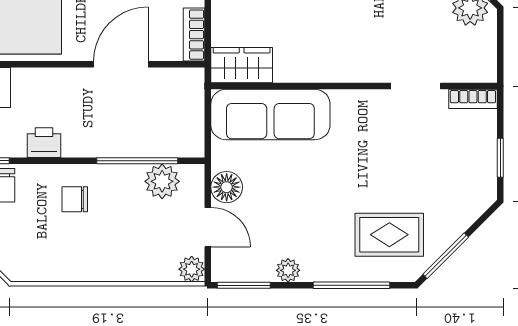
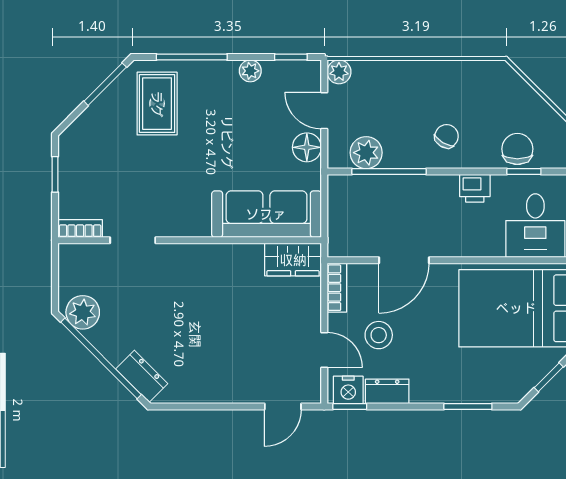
chair: (75, 199) -> (447, 136), turned -59
rug: (389, 235) -> (157, 104), turned 90
window: (244, 285) -> (291, 57), width x0.67

